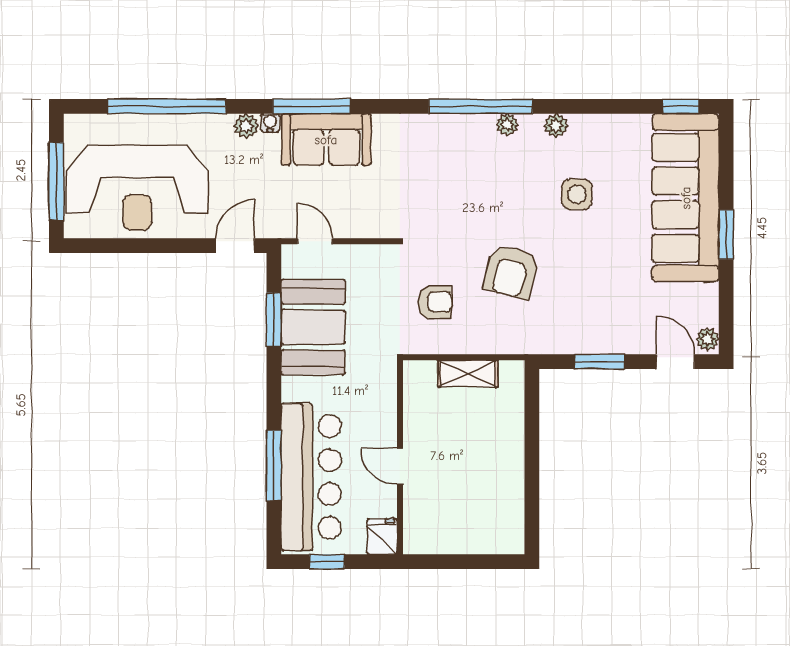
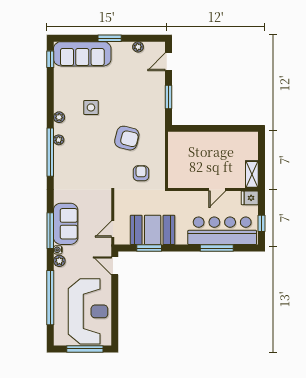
sofa: (686, 198) -> (82, 54), width x0.74, depth x0.79
plant: (708, 339) -> (138, 47), moved
shelving: (468, 374) -> (252, 174), moved

